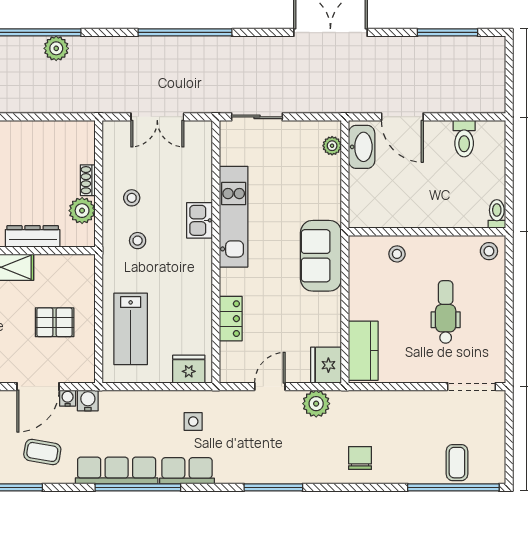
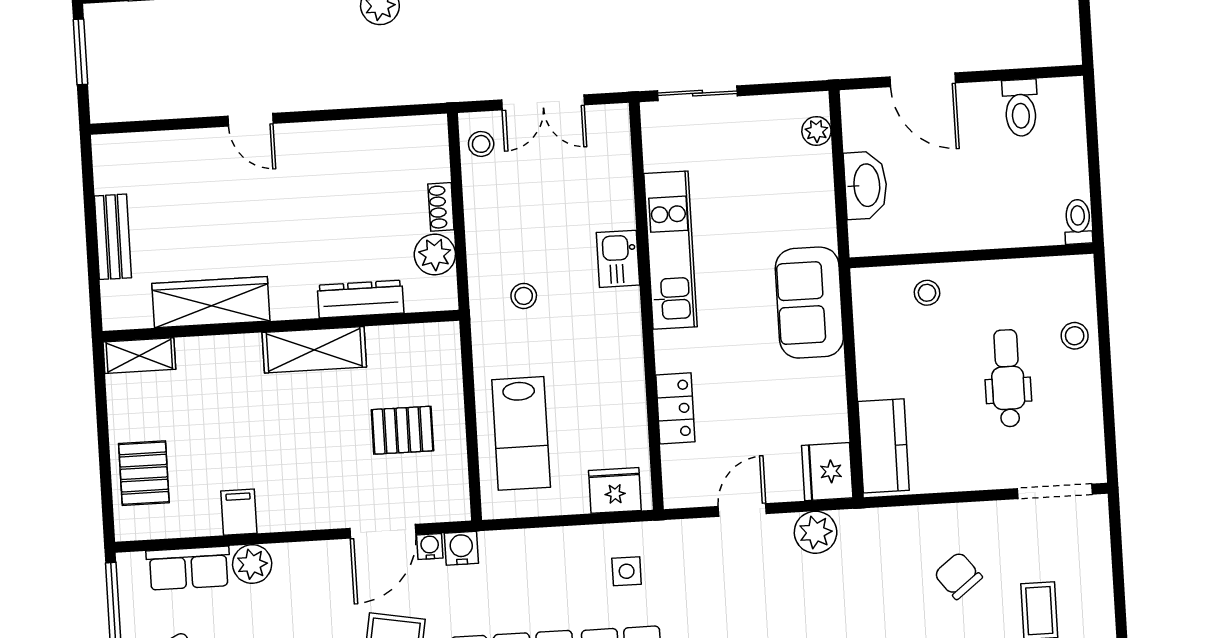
washbasin: (362, 147) -> (866, 185), moved
stool: (132, 198) -> (481, 144), moved
stool: (489, 251) -> (1075, 336), moved
chair: (360, 458) -> (958, 576), moved, turned -38

